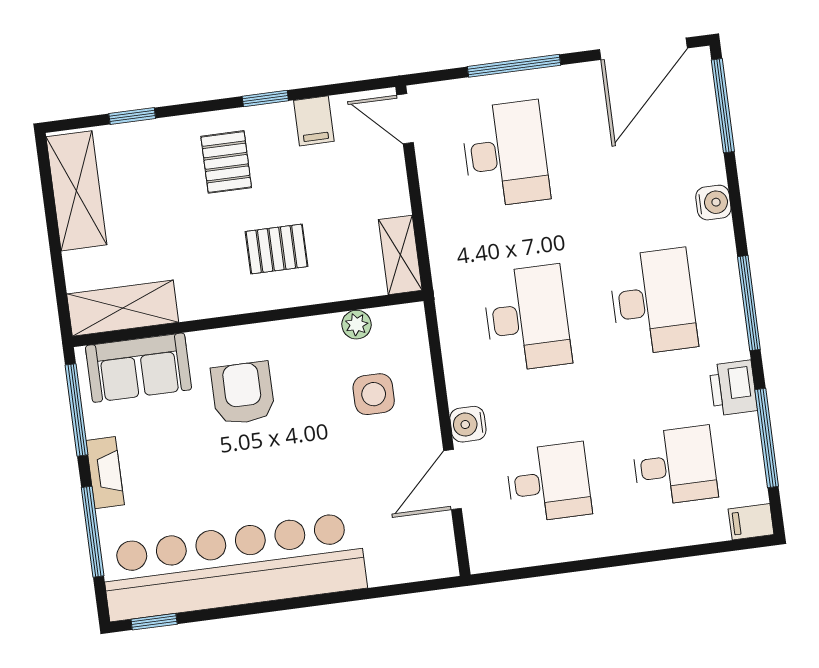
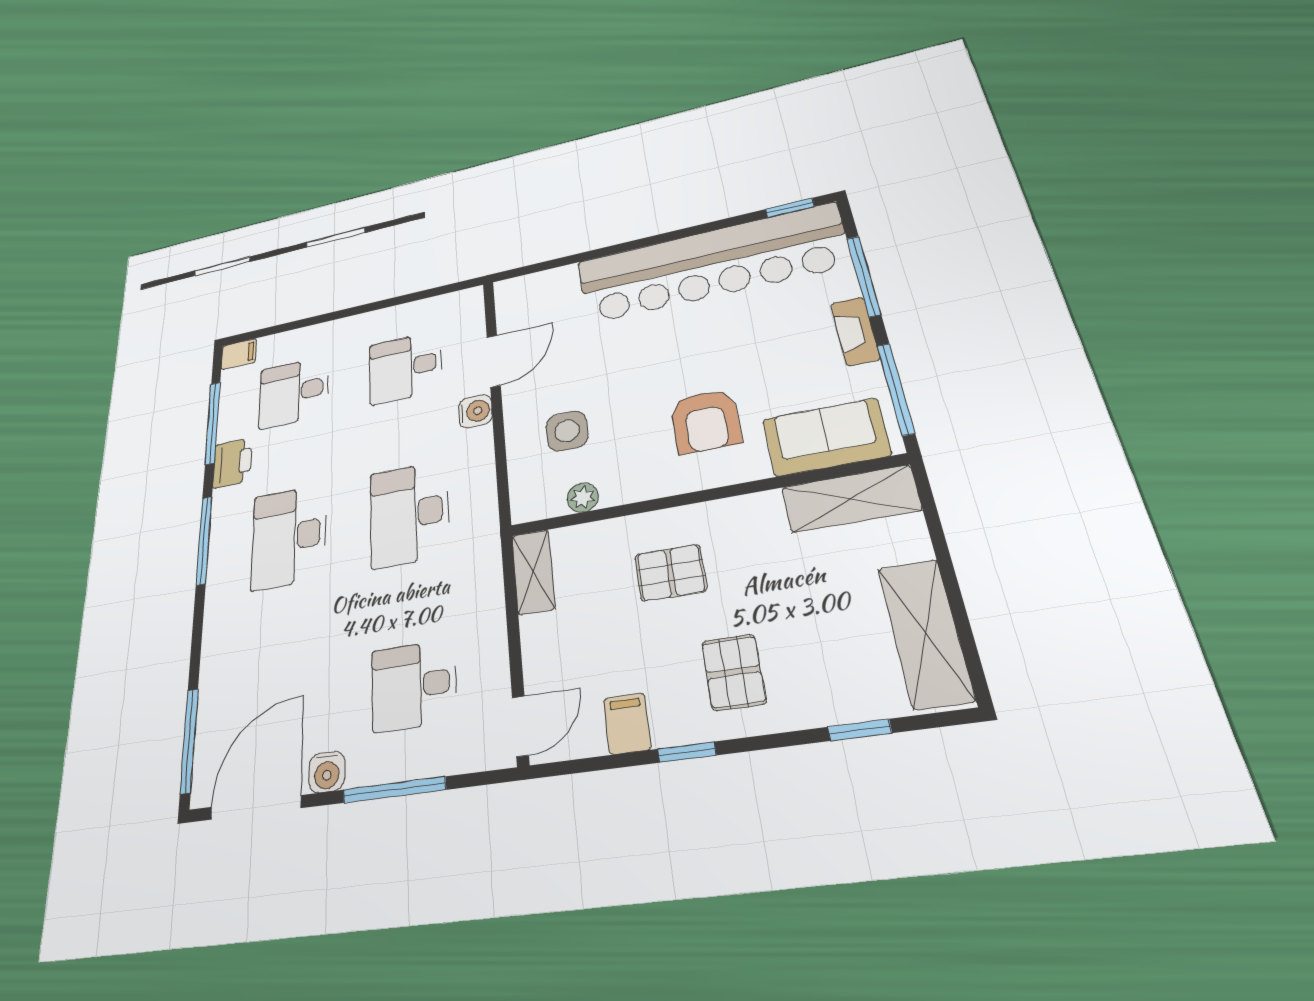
door: (405, 119) -> (520, 726), hinge flipped
desk: (505, 154) -> (414, 685), width x0.73
water cooler: (713, 203) -> (327, 772), moved, turned -90

